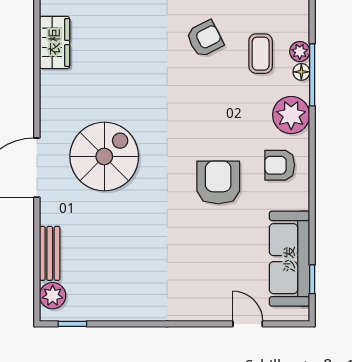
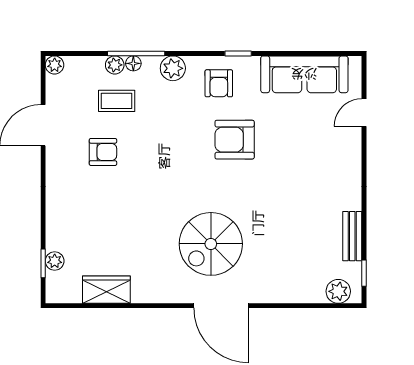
armchair: (205, 39) -> (103, 152), turned 117
plant: (291, 115) -> (173, 68), width x0.73, depth x0.73
spiral stairs: (104, 156) -> (211, 244), turned -90
bench: (50, 253) -> (352, 236), moved, turned 90
window: (312, 279) -> (238, 53), moved

